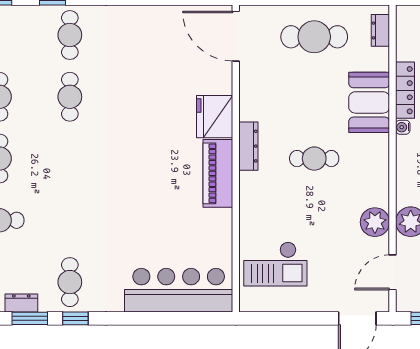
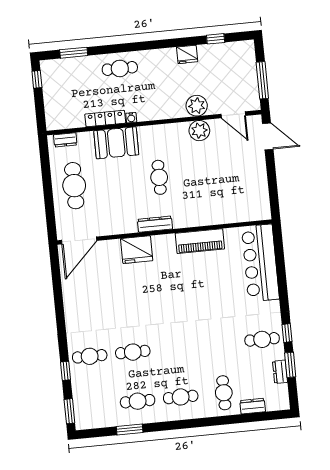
piano: (218, 173) -> (200, 241), moved
checkout: (275, 264) -> (235, 197), removed

